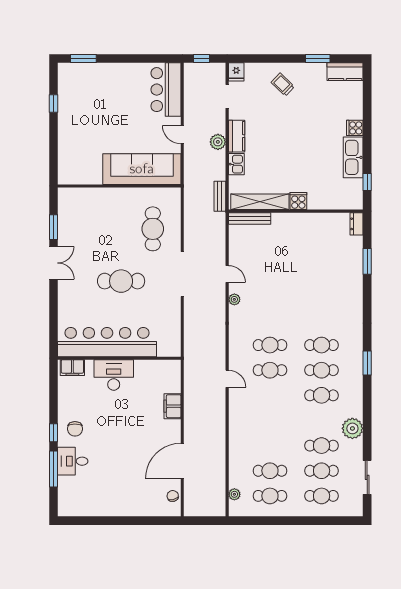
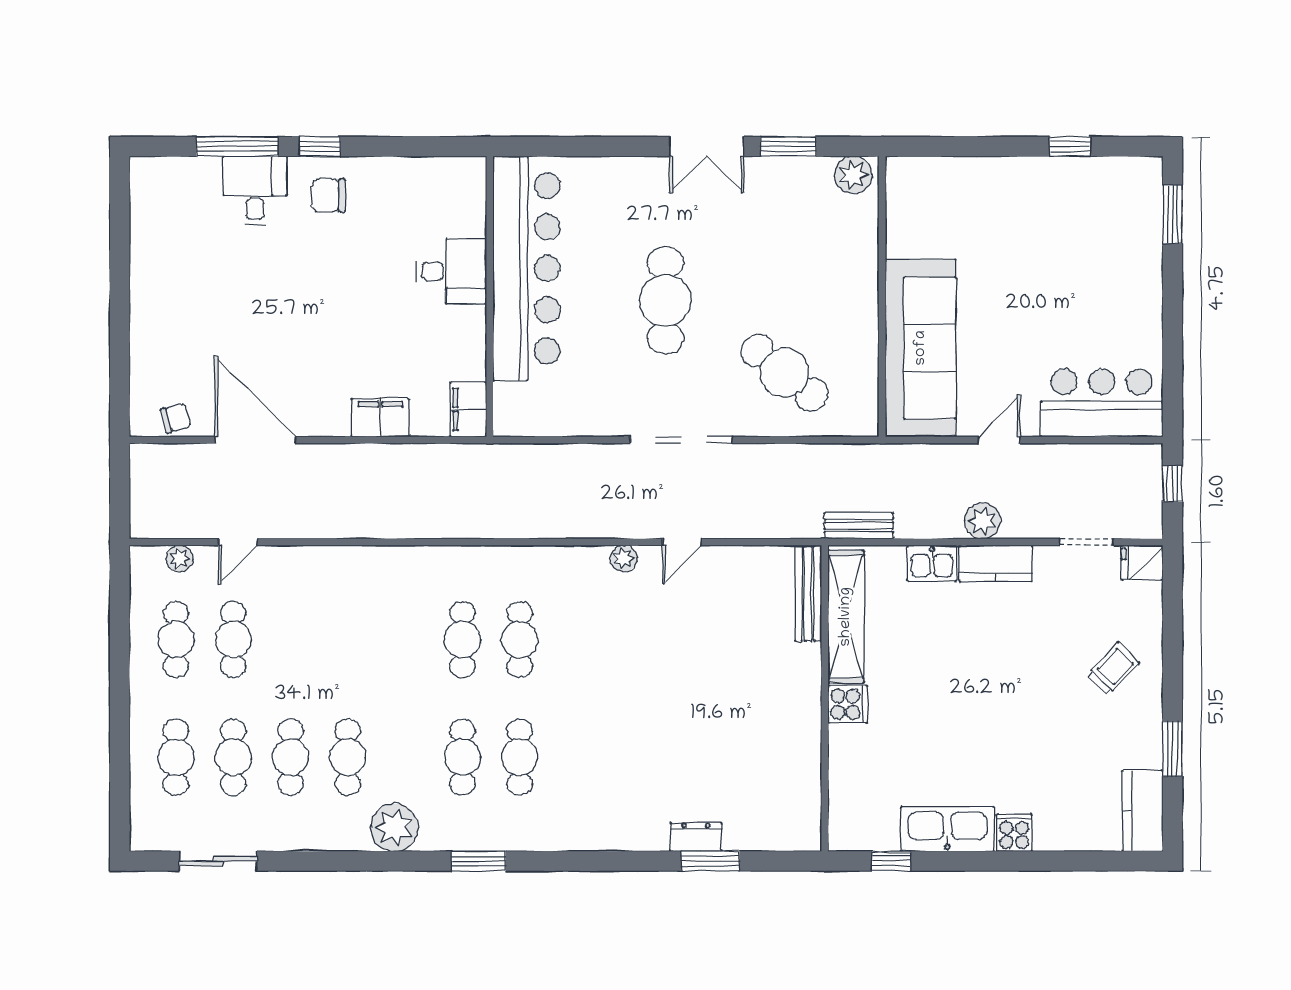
plant: (66, 199) -> (853, 175), added
dresser: (357, 224) -> (696, 837), moved
cafe table: (153, 229) -> (784, 373), turned 39
filing cabinet: (72, 368) -> (468, 409), moved
desk: (114, 375) -> (451, 271), width x0.73
door: (227, 379) -> (238, 542), moved
cafe table: (322, 395) -> (348, 757), moved
plant: (352, 428) -> (394, 828), moved

